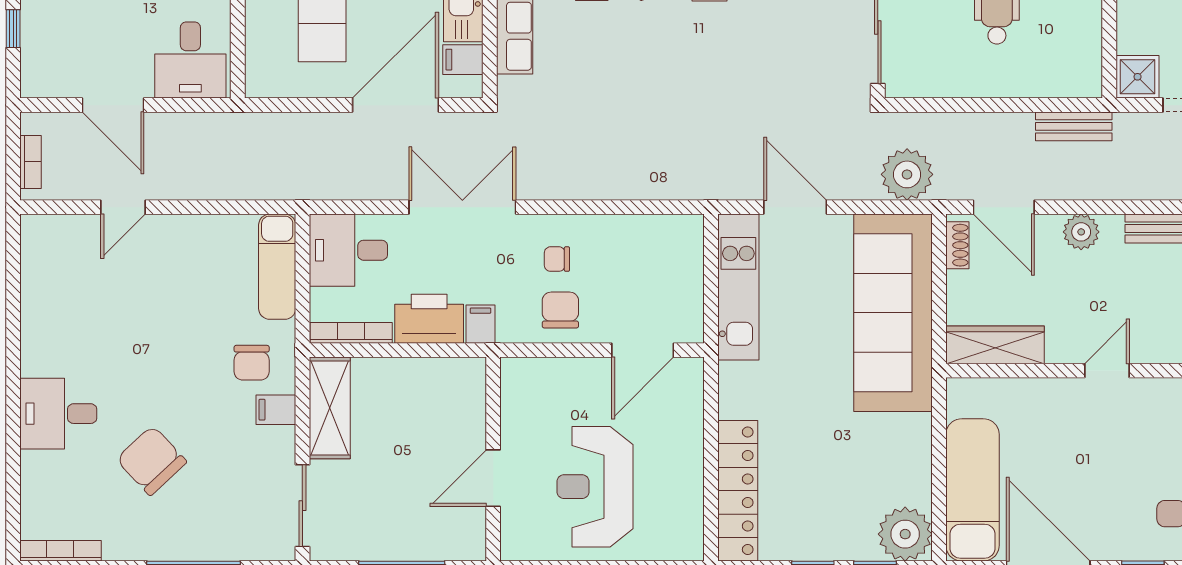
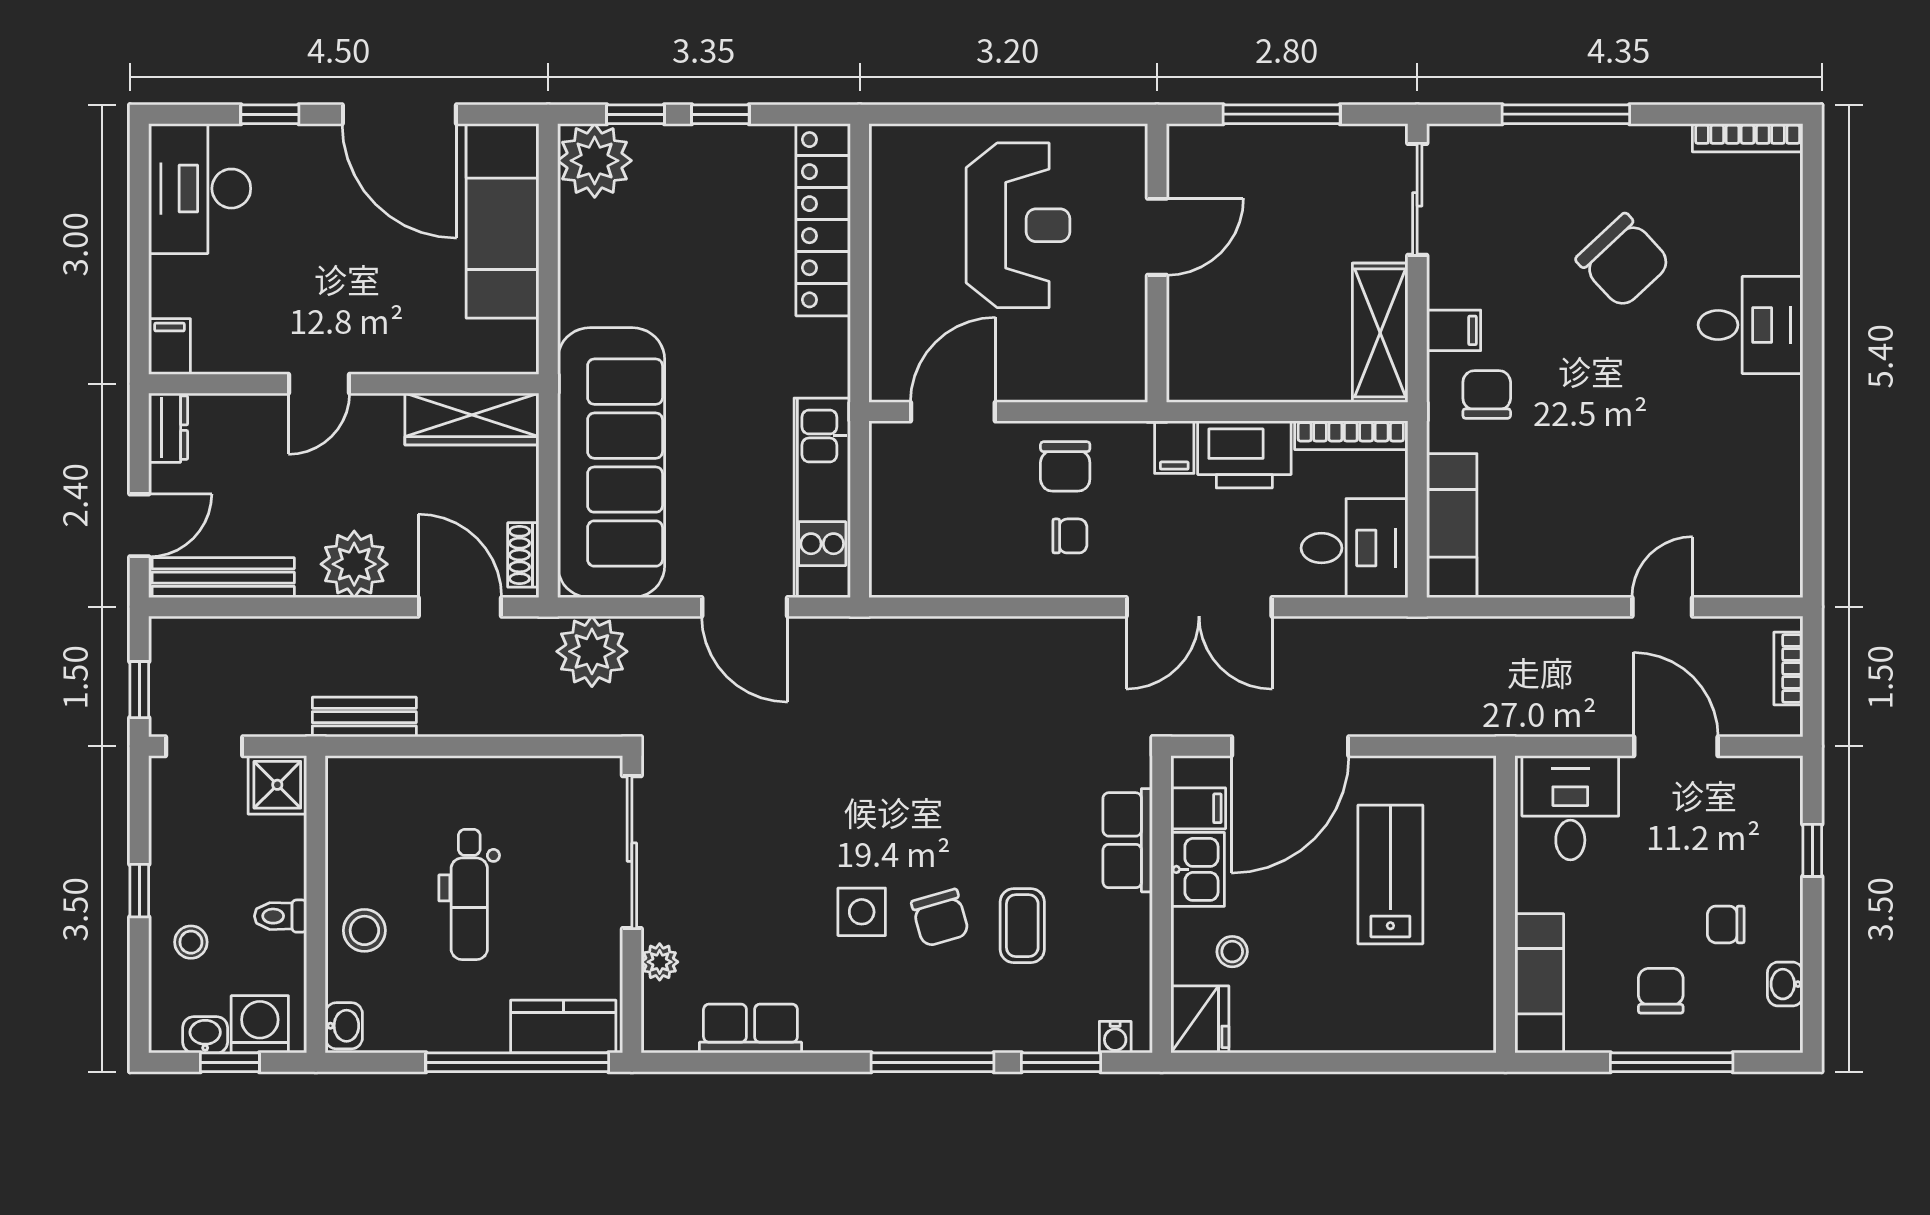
plant: (1081, 232) -> (354, 564), width x1.36, depth x1.36

